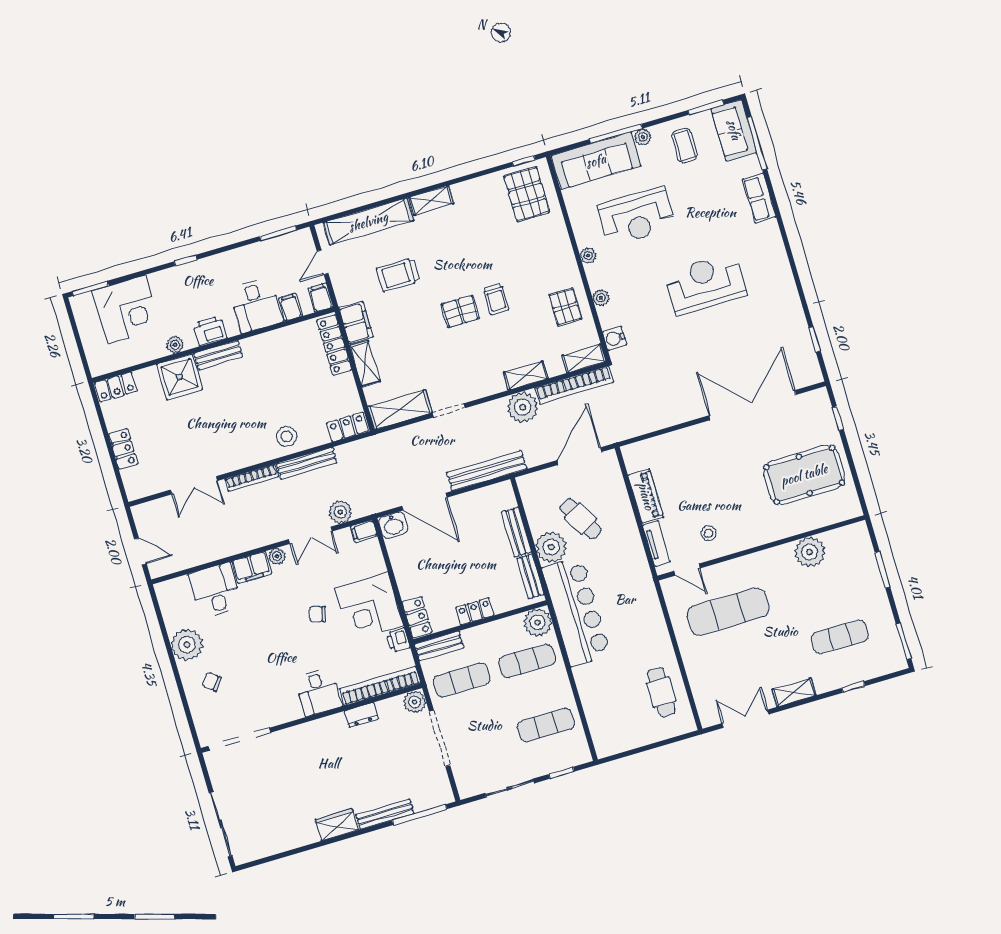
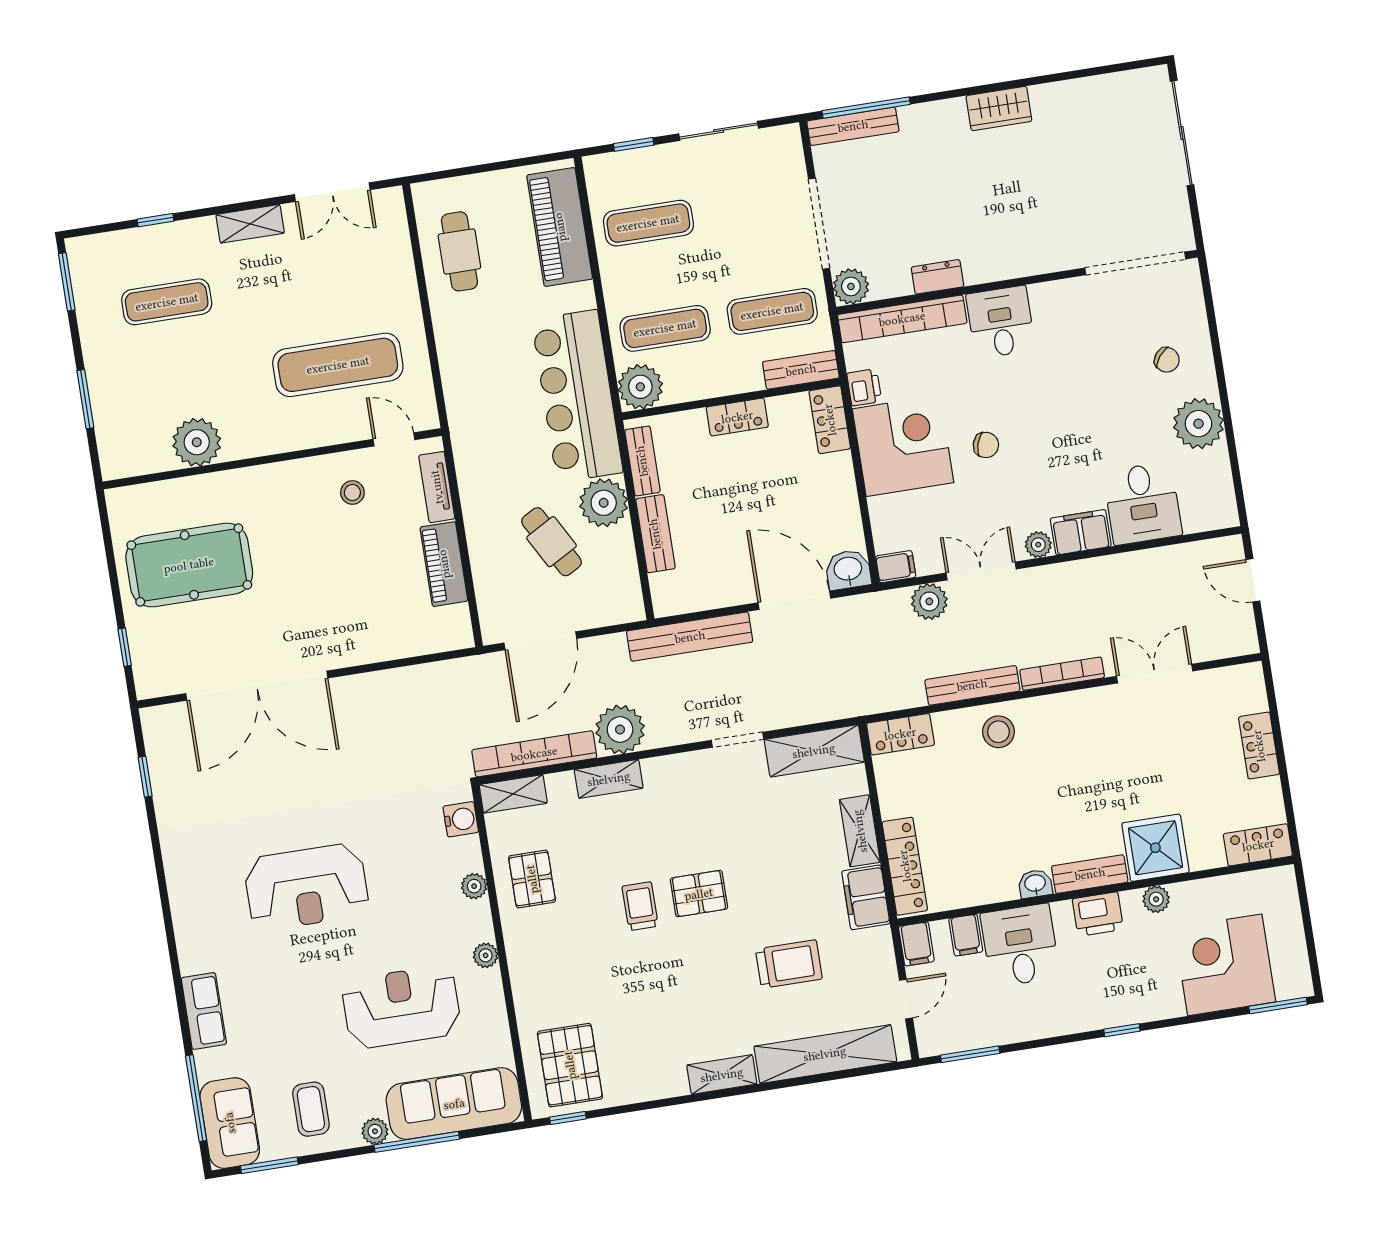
washbasin: (251, 345) -> (1035, 884), added
piano: (601, 715) -> (560, 227), added
bench: (385, 814) -> (853, 126), moved

